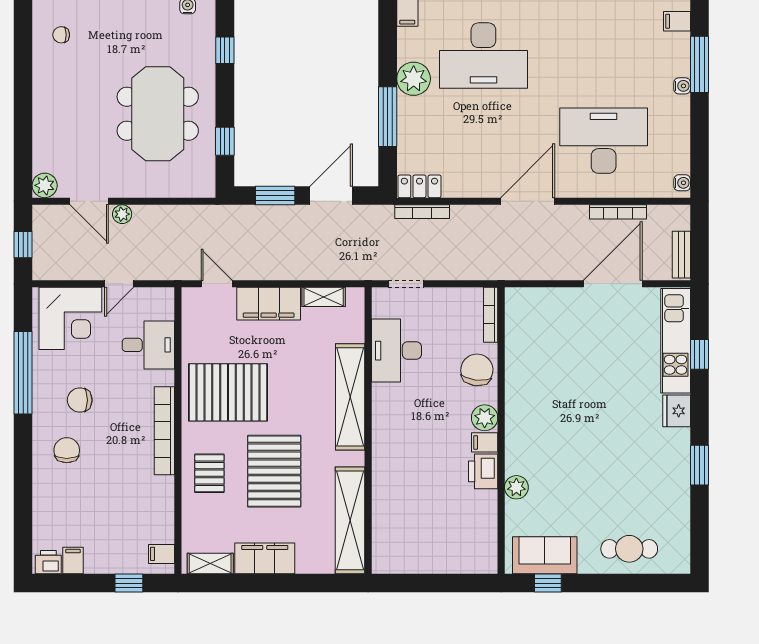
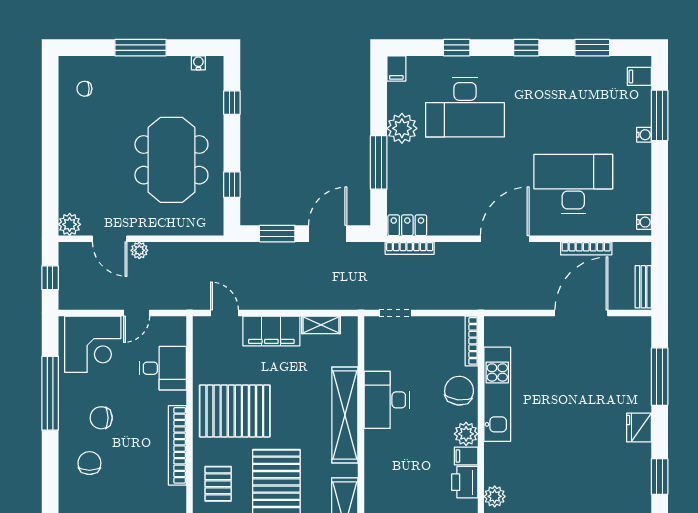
kitchen unit: (676, 341) -> (497, 394), moved, turned 180
desk: (396, 351) -> (387, 400), moved
window: (699, 354) -> (660, 377), width x2.17

